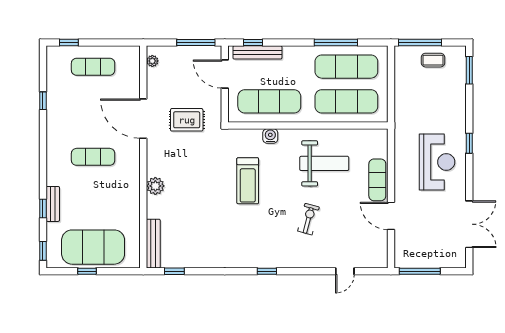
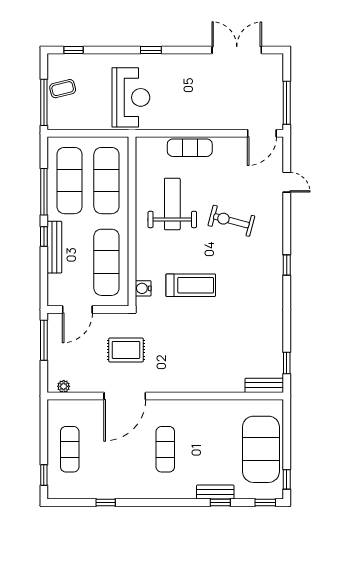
window: (253, 42) -> (44, 236), moved
bench: (257, 52) -> (54, 247), moved
coffee table: (433, 60) -> (63, 89), turned 76
window: (469, 70) -> (74, 50), width x0.67
rug: (187, 120) -> (126, 350), turned 90
water cooler: (270, 136) -> (143, 288), moved
reception desk: (437, 162) -> (131, 97), moved, turned 90
plant: (155, 186) -> (196, 383), removed
door: (391, 216) -> (262, 133), moved
exercise bike: (308, 219) -> (231, 221), width x1.38, depth x1.39
bench: (153, 244) -> (264, 385), width x0.73
window: (87, 271) -> (287, 479), moved

